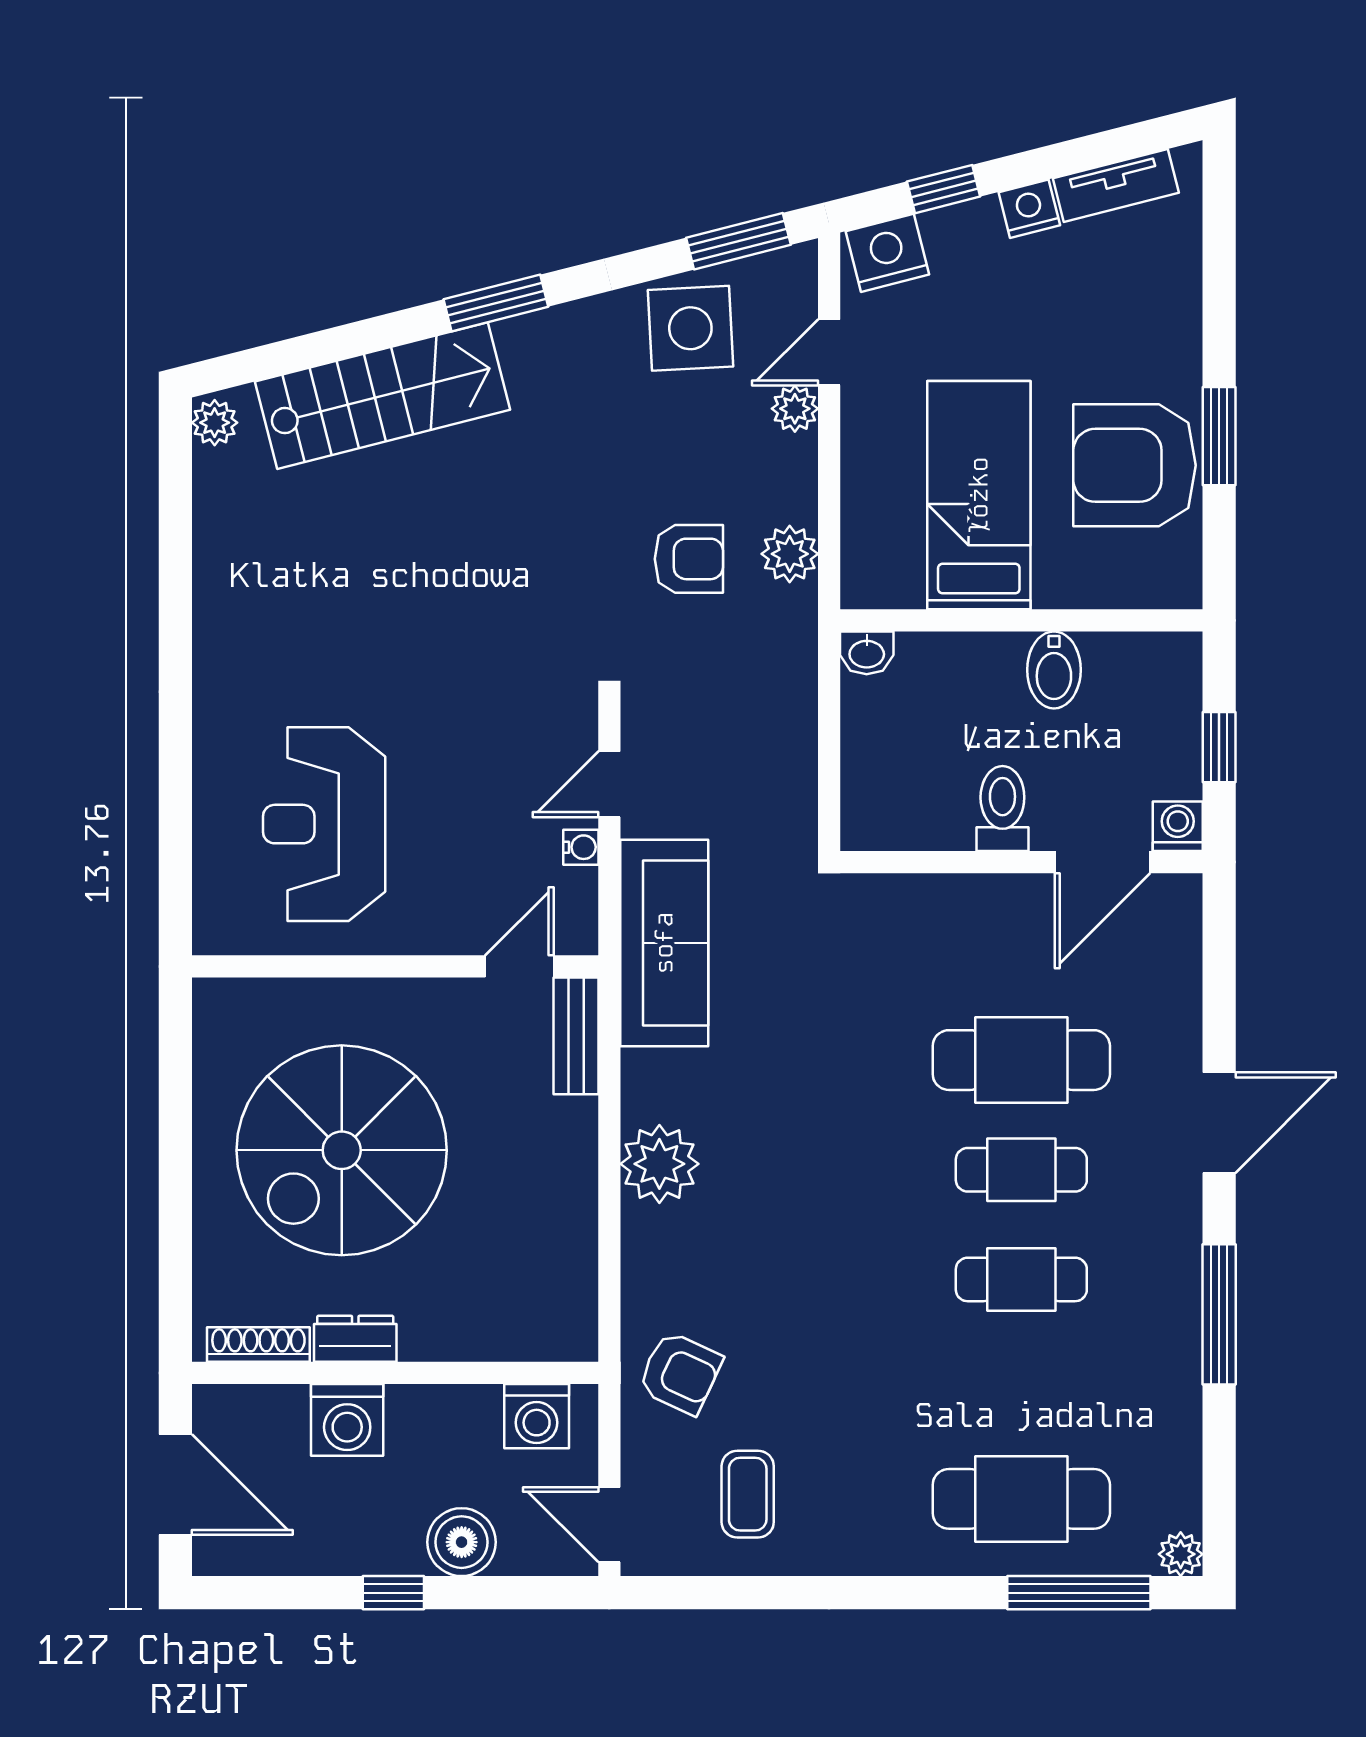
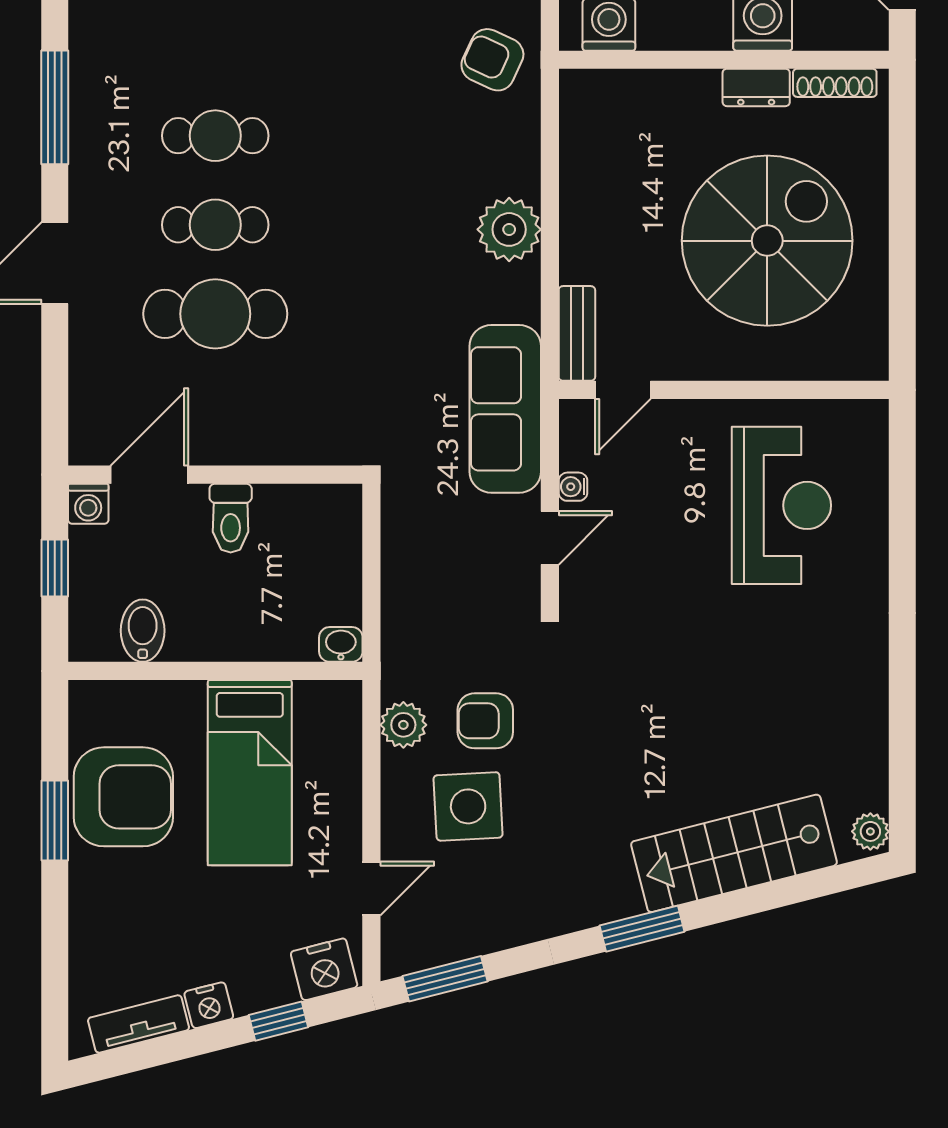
side table: (690, 328) -> (468, 806), moved
plant: (795, 409) -> (399, 843), removed
bidet: (1054, 670) -> (143, 631), moved

